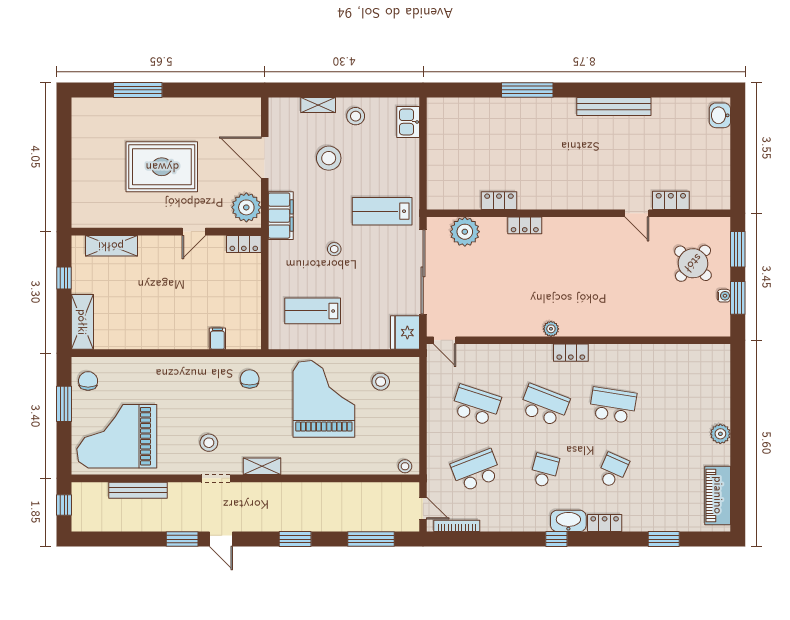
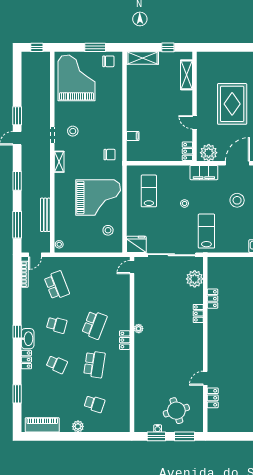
round table: (693, 263) -> (176, 411), turned 30
school desk: (476, 405) -> (94, 404), moved, width x0.54
bench: (138, 490) -> (45, 215), moved

